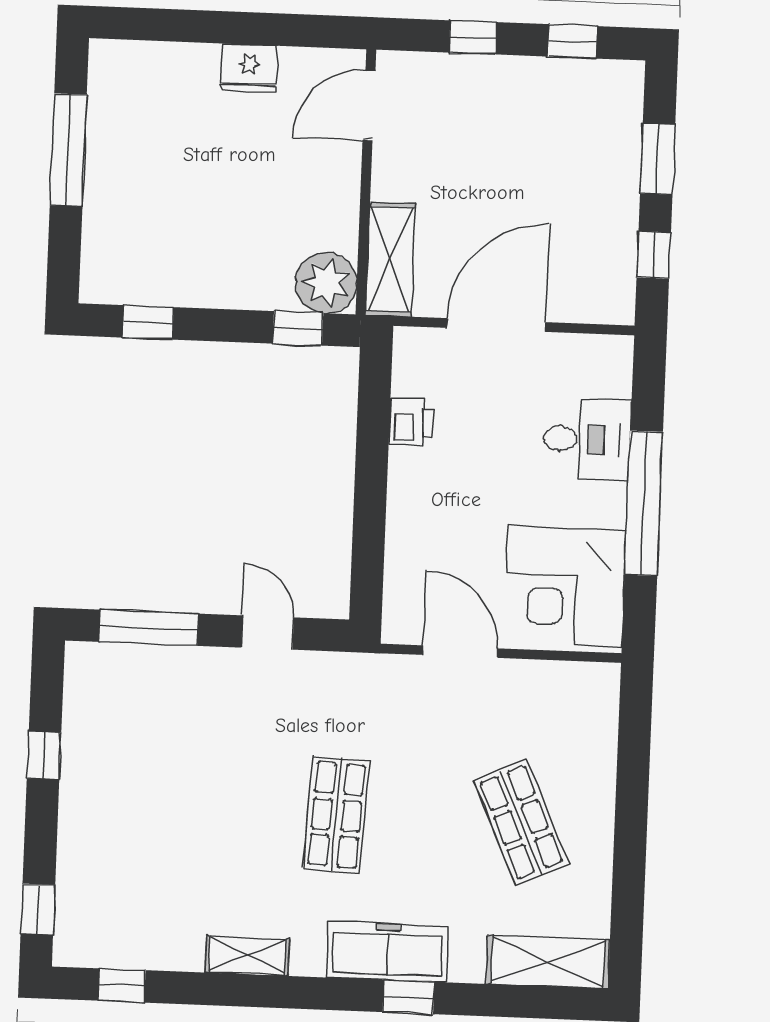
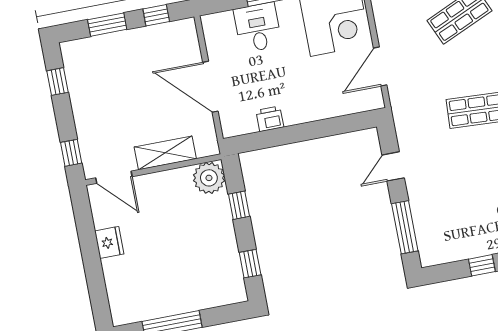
window: (473, 37) -> (71, 153), moved
shelving: (390, 259) -> (165, 153), moved
window: (298, 328) -> (239, 205), moved

